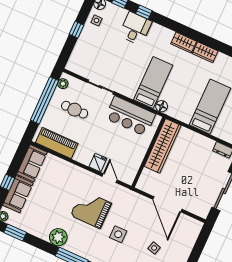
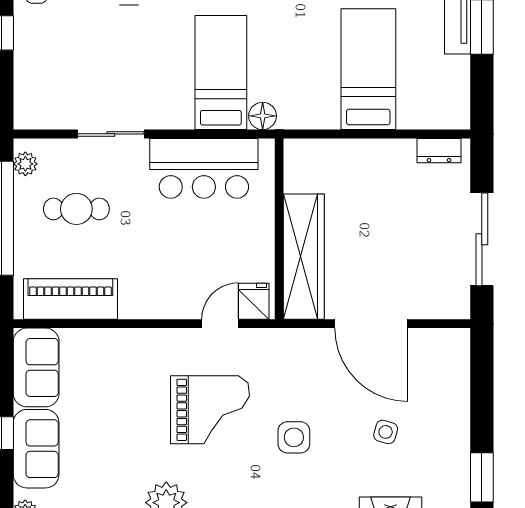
wardrobe: (163, 146) -> (304, 257), moved
fridge: (98, 163) -> (254, 301), moved
door: (110, 178) -> (220, 324), hinge flipped
grand piano: (91, 209) -> (210, 410), turned 180

